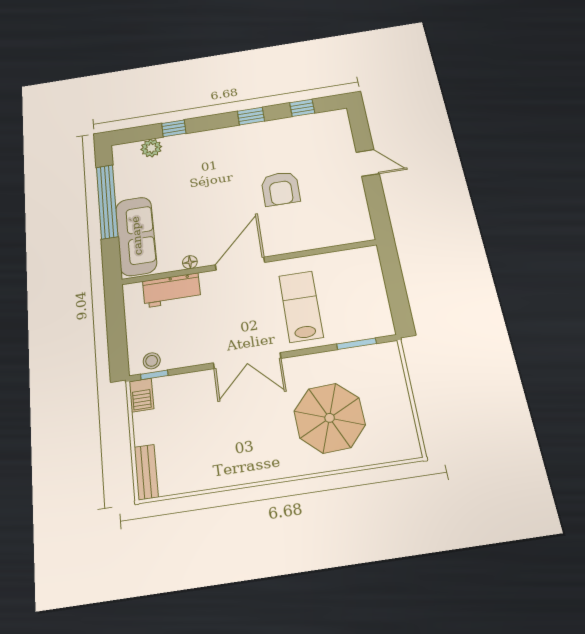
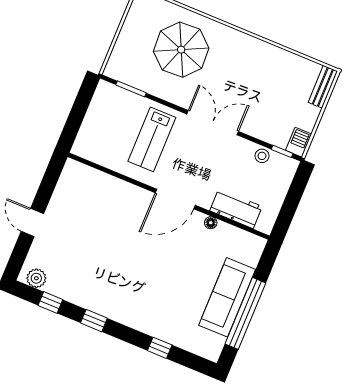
plant: (151, 148) -> (36, 278), moved
armchair: (280, 189) -> (110, 242), removed
sofa: (136, 236) -> (227, 297), moved
stool: (152, 361) -> (262, 156), moved

